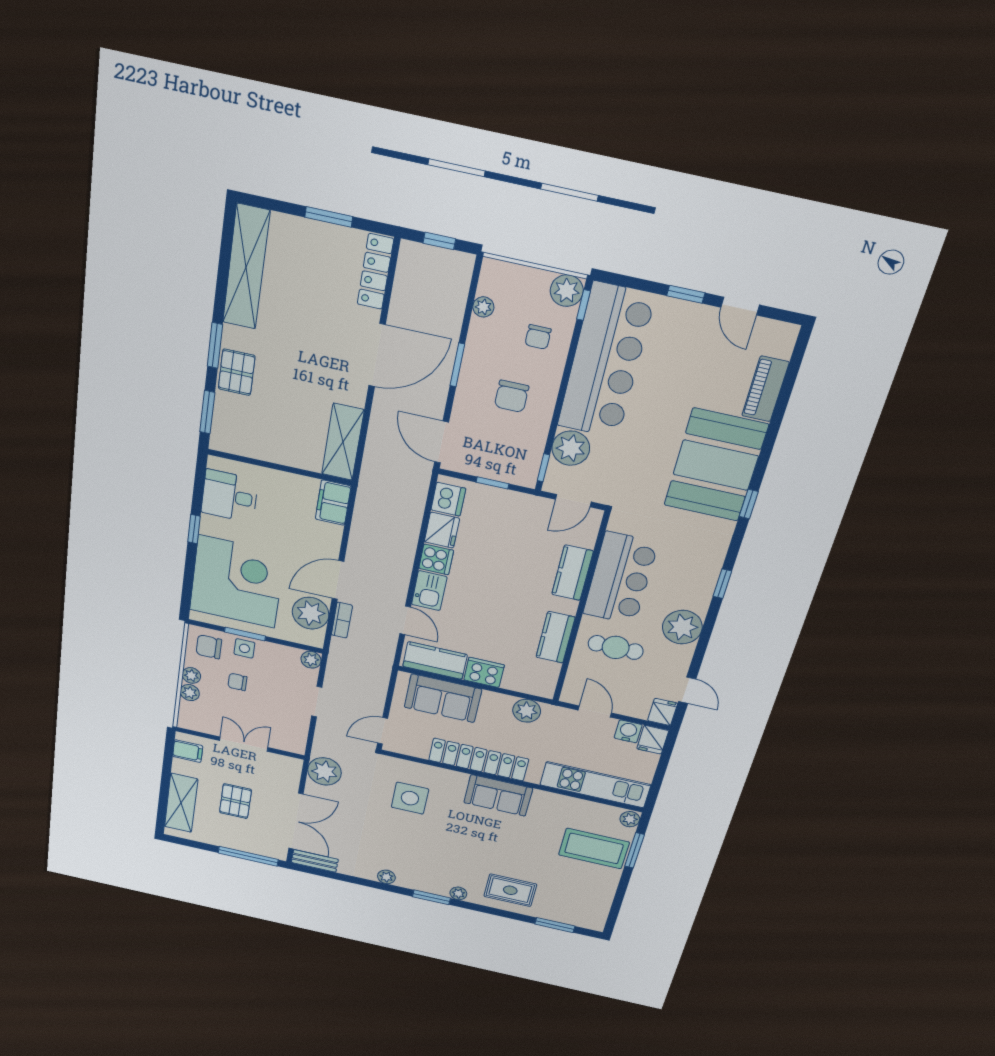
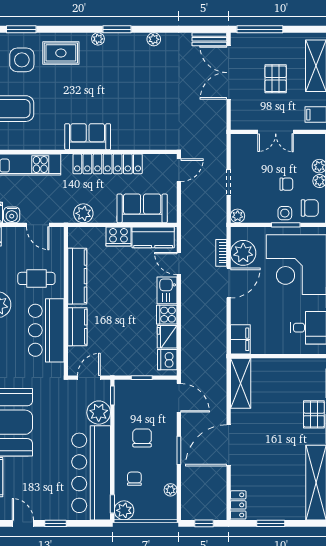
locker: (375, 272) -> (238, 505), width x0.66
kitchen counter: (556, 637) -> (77, 276), width x1.50
plant: (324, 771) -> (214, 124), removed
side table: (410, 798) -> (22, 60), moved

